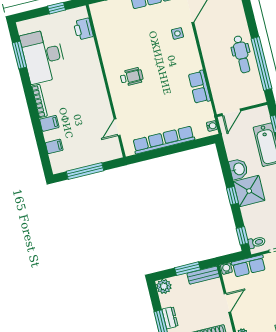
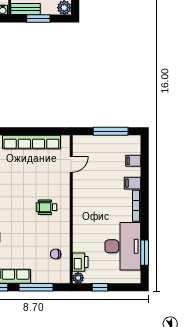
plant: (81, 12) -> (78, 278), added
chair: (111, 31) -> (56, 254), added

